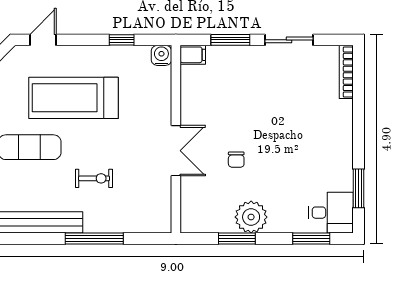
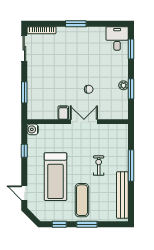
sliding door: (289, 40) -> (24, 48), moved
filing cabinet: (193, 55) -> (63, 113), moved
window: (358, 188) -> (76, 24), moved
plant: (251, 217) -> (124, 85), width x0.53, depth x0.53

